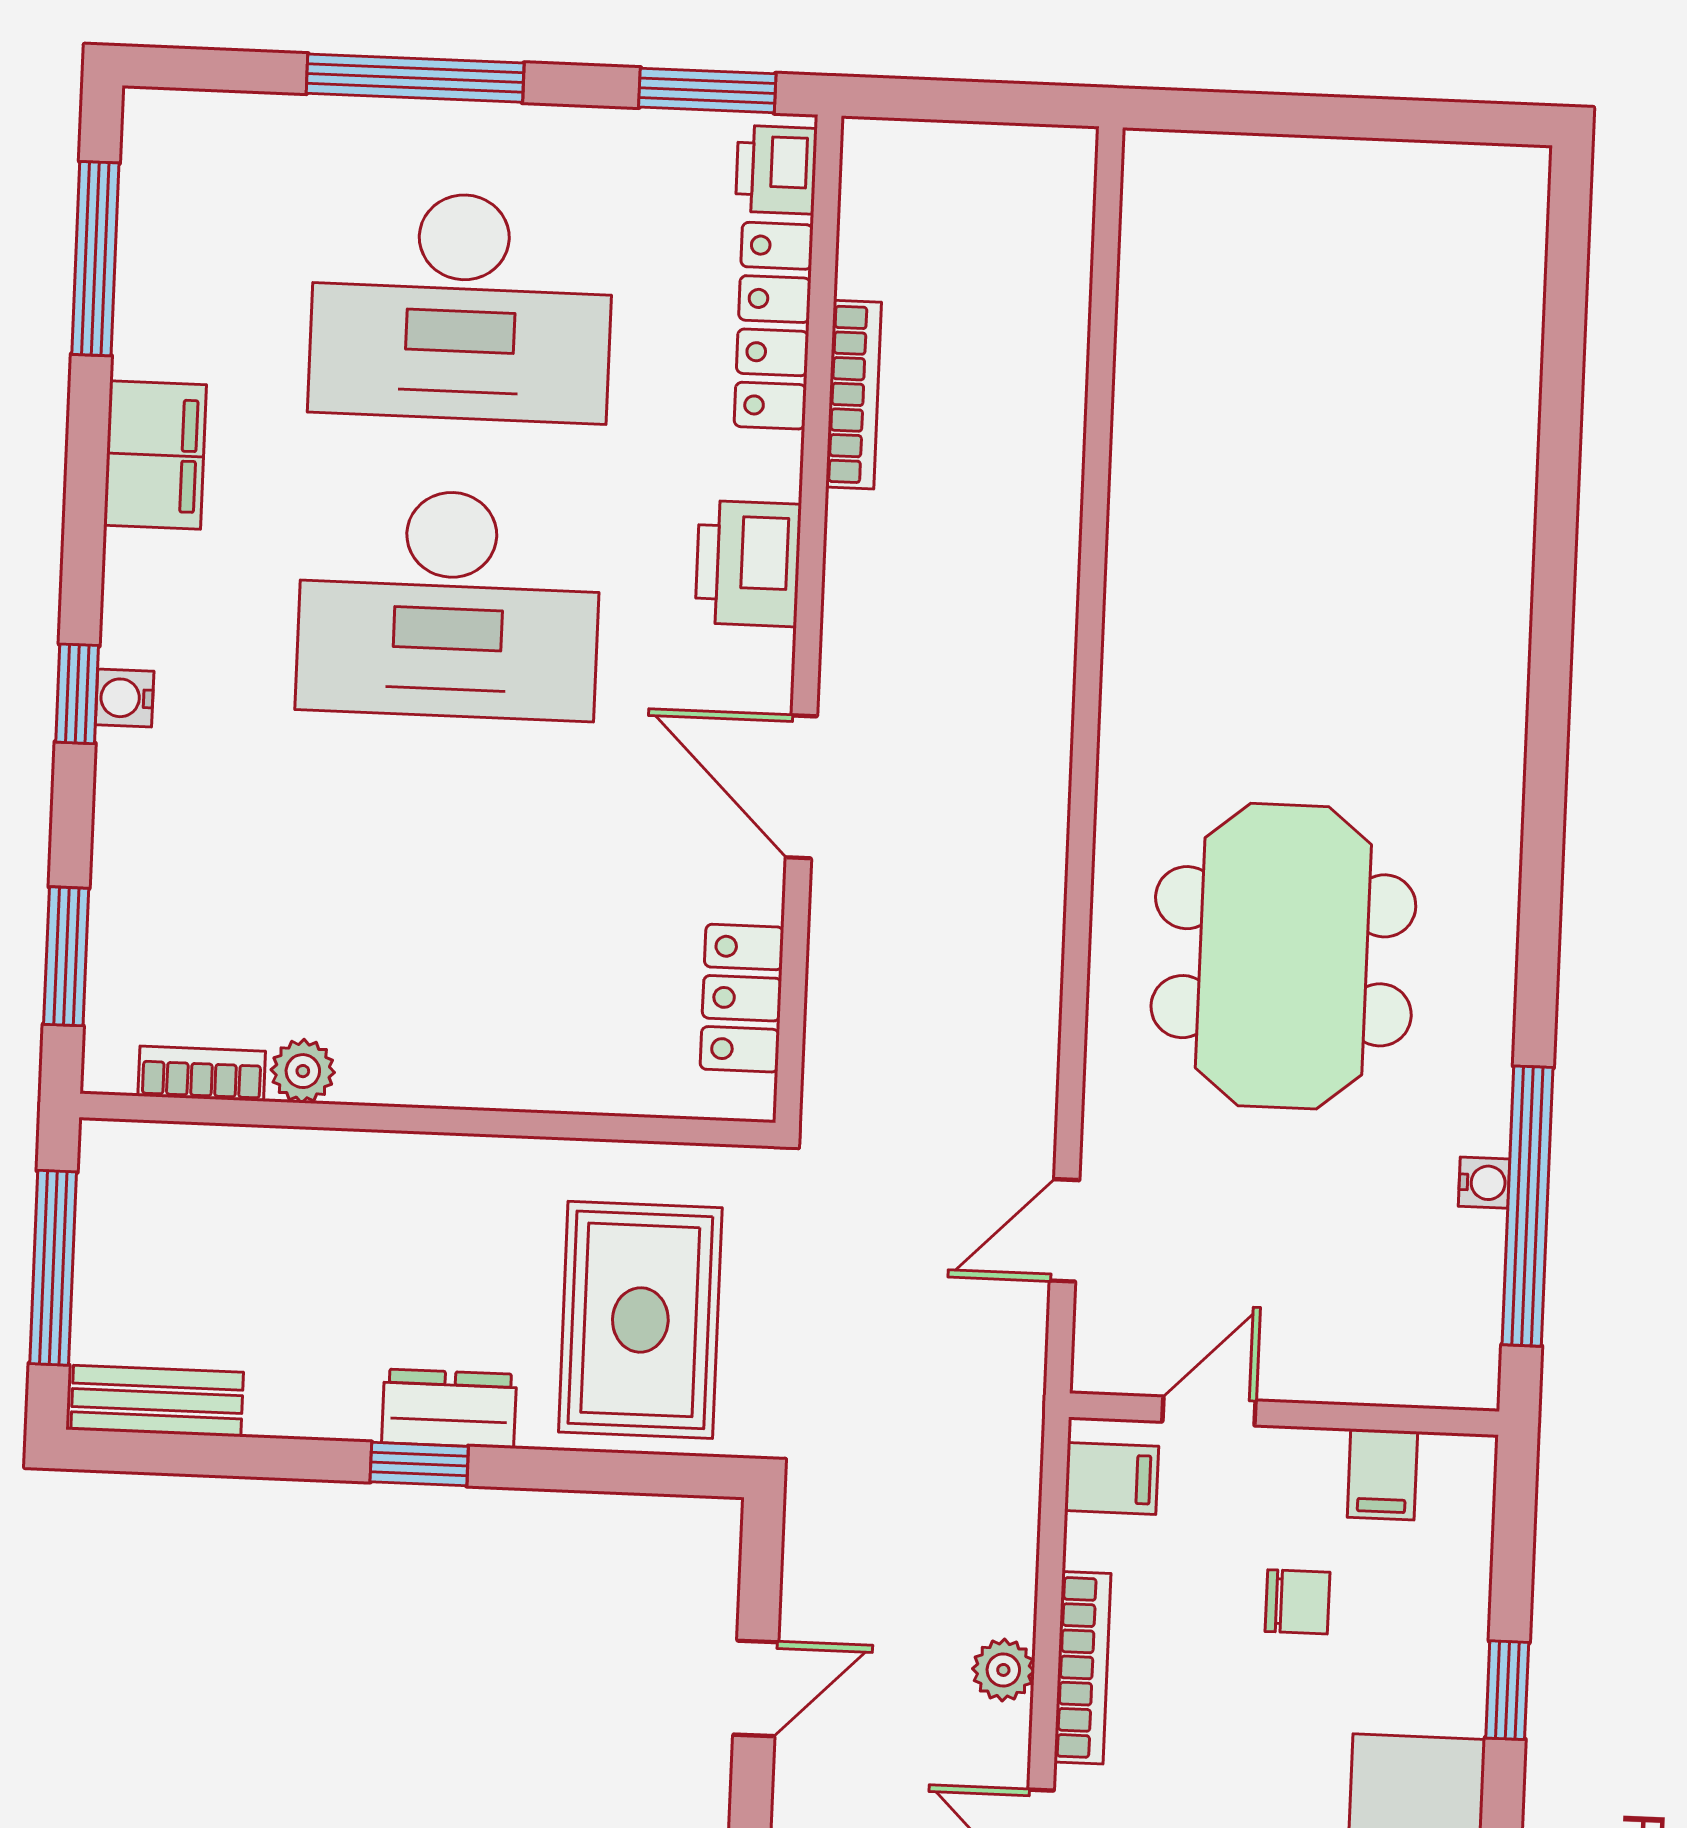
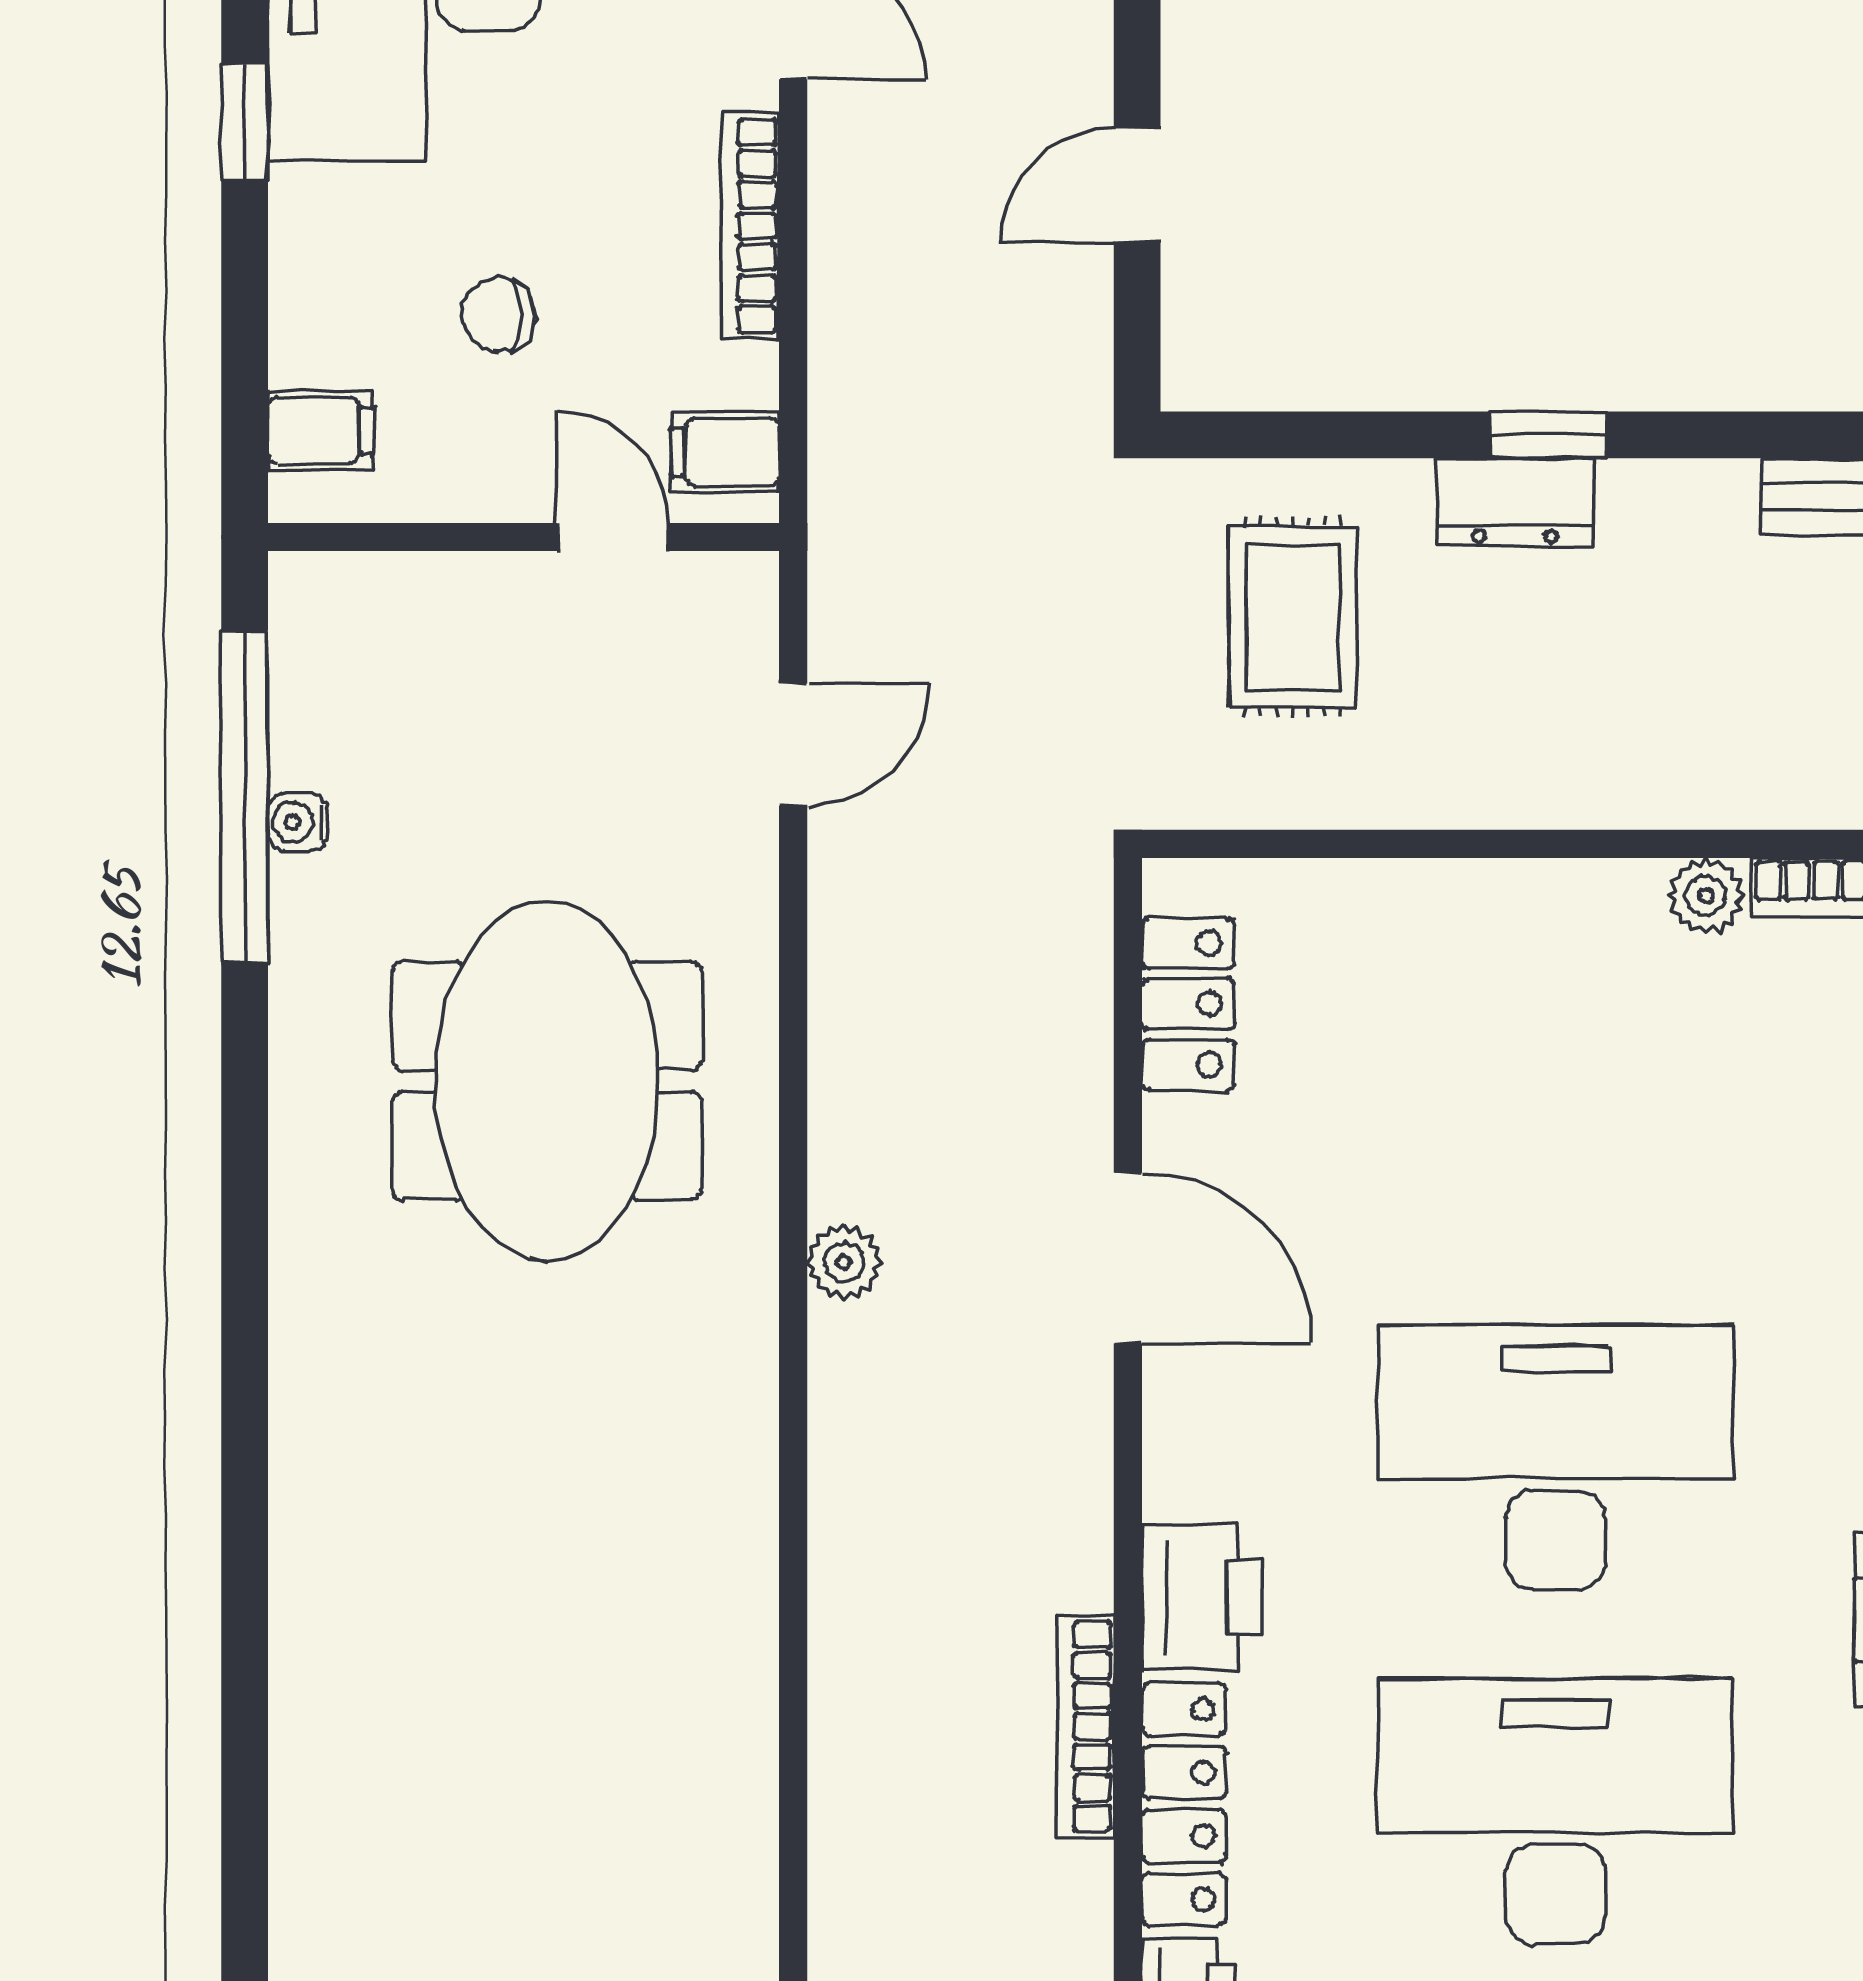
printer: (748, 564) -> (1202, 1597), moved
rug: (640, 1320) -> (1293, 617), width x0.73, depth x0.70
door: (1209, 1411) -> (613, 537), swing flipped
filing cabinet: (1382, 1474) -> (321, 430), moved, turned 90
plant: (1003, 1670) -> (844, 1262), moved
window: (1507, 1690) -> (245, 122), moved

